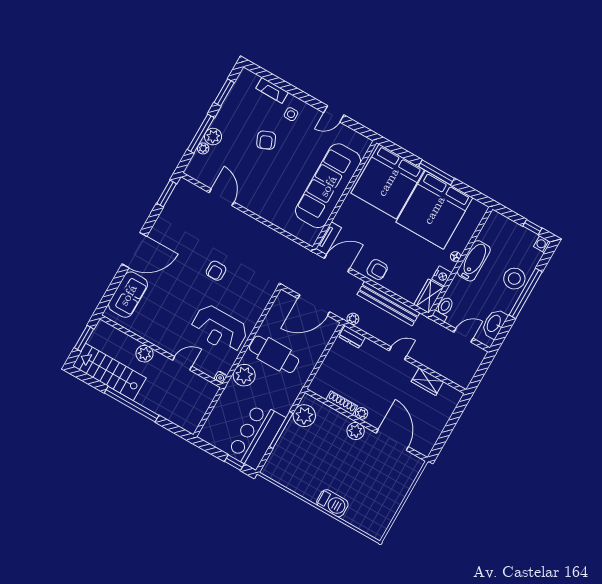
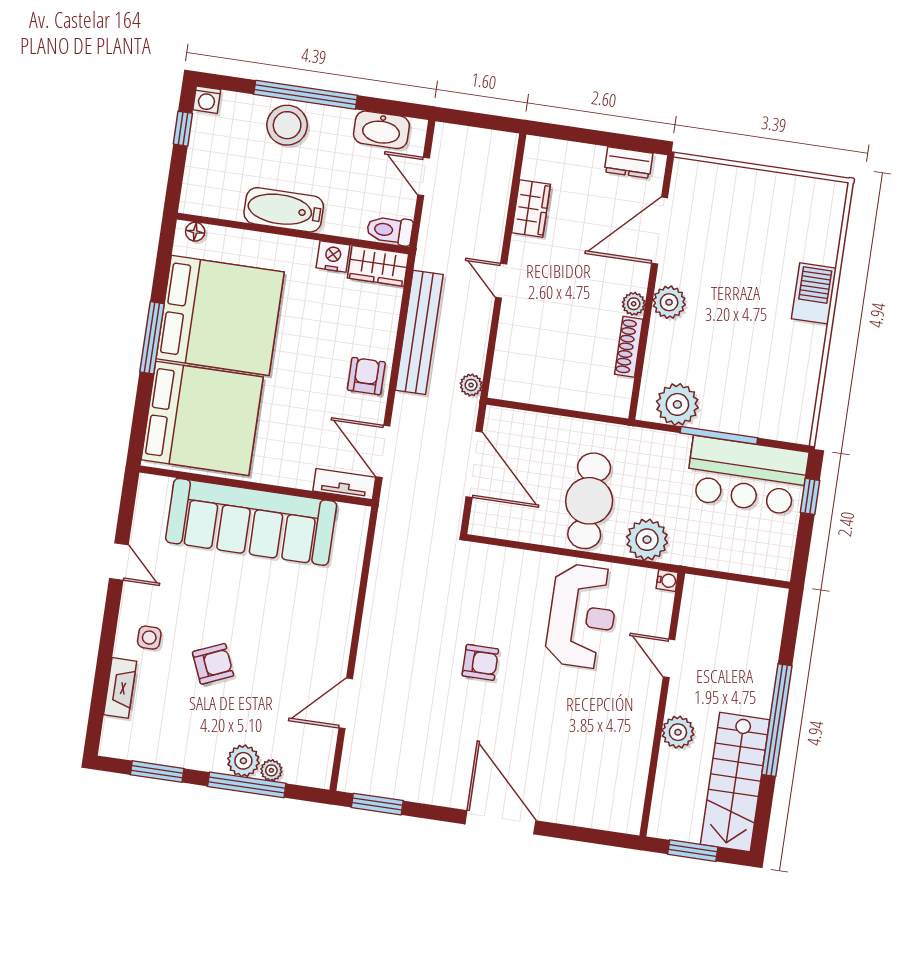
floor lamp: (455, 256) -> (195, 232), moved
sofa: (128, 295) -> (584, 803), removed
dresser: (352, 337) -> (629, 163), moved, turned 90

